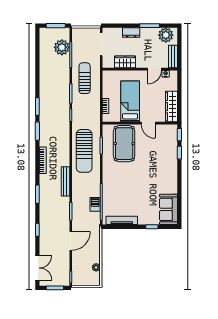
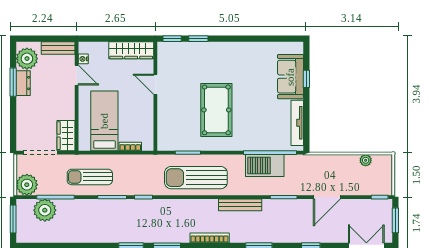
dresser: (131, 33) -> (23, 83), moved
plant: (79, 35) -> (27, 185), added
wardrobe: (125, 62) -> (66, 136), moved
bed: (130, 101) -> (104, 121), moved, turned 90
door: (148, 123) -> (155, 84), swing flipped
pool table: (124, 144) -> (216, 110), moved, turned 90
sun lounger: (84, 151) -> (196, 178), turned 180
barbecue: (95, 204) -> (265, 166), width x1.88, depth x1.53
sofa: (169, 209) -> (290, 77), moved, turned 90
door: (71, 241) -> (327, 197), swing flipped

